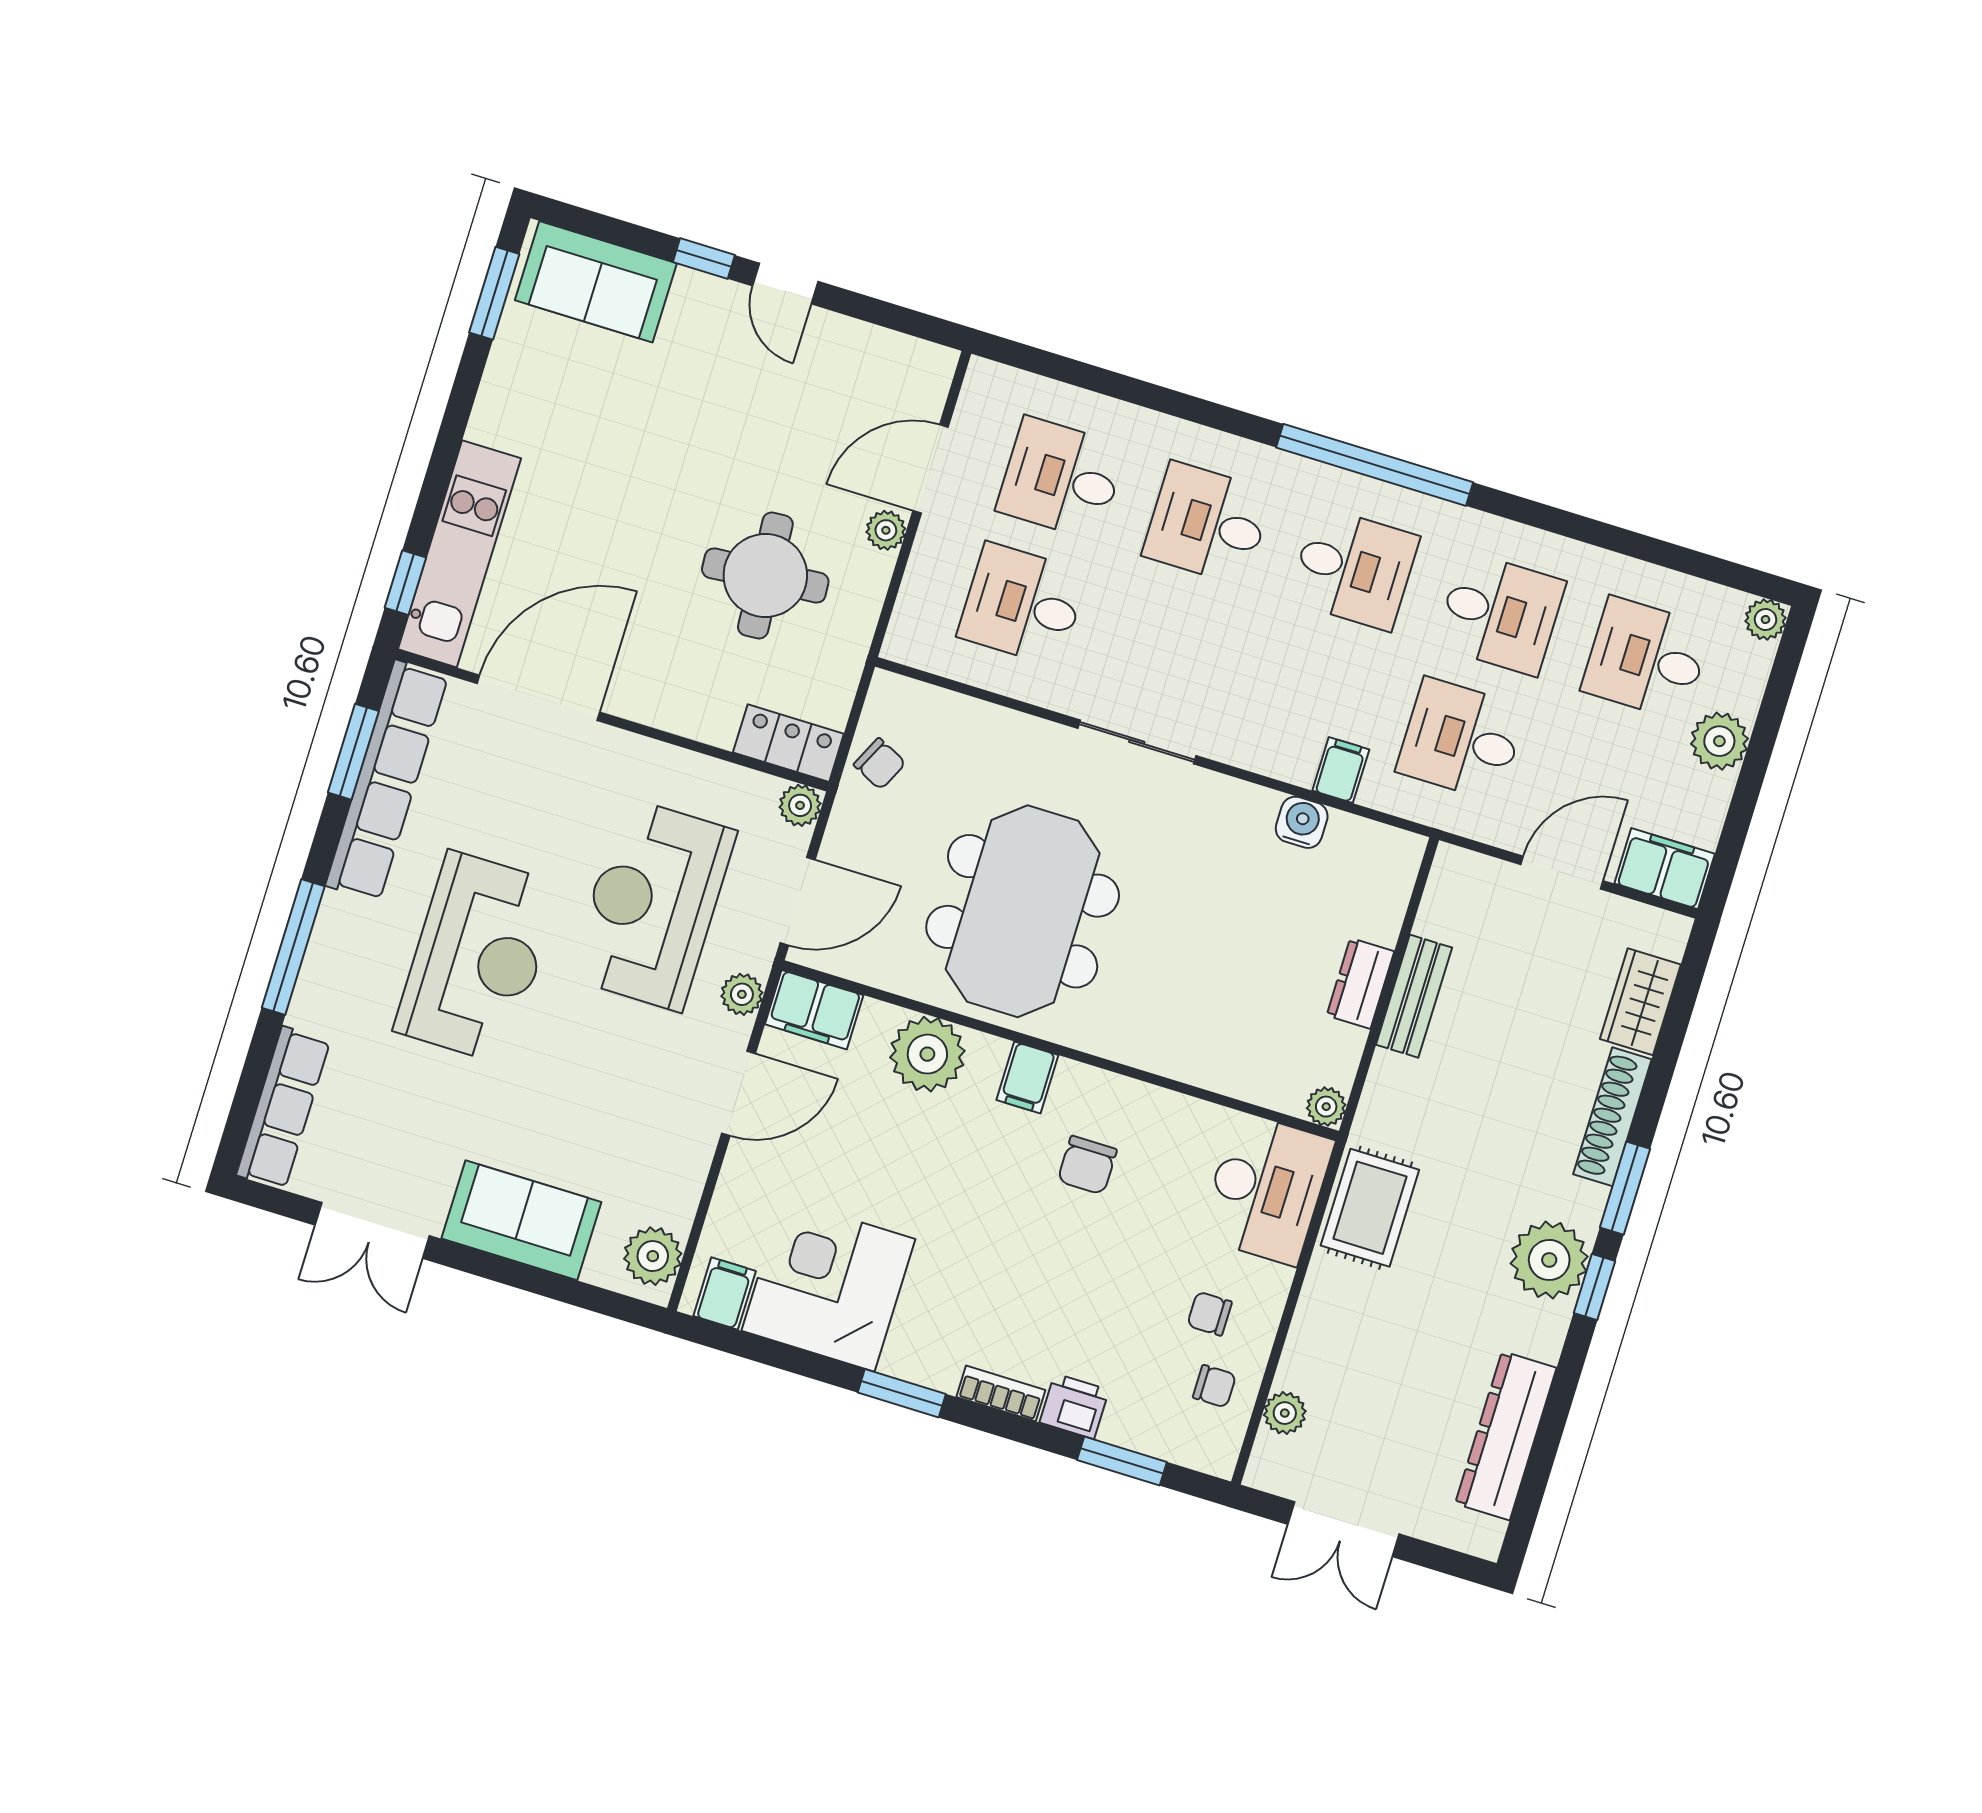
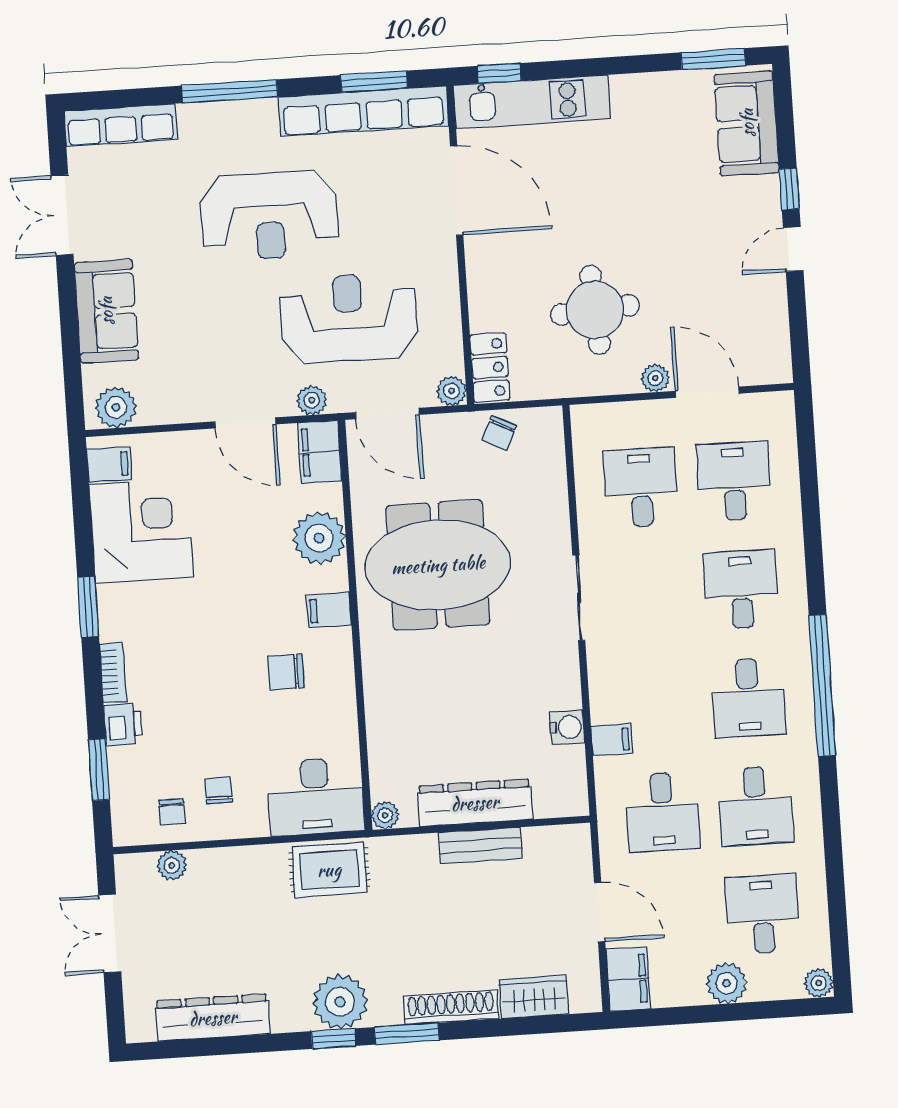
desk: (1461, 739) -> (662, 812), turned 180
dresser: (1360, 983) -> (475, 803), width x1.96, depth x1.24

